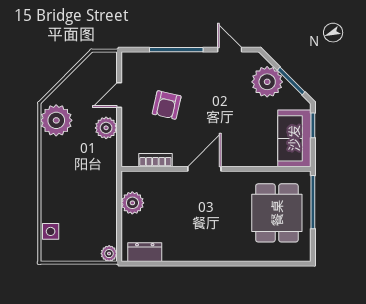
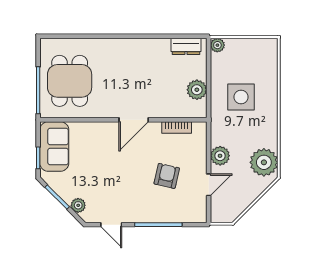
plant: (267, 82) -> (78, 205), width x0.53, depth x0.53
side table: (51, 231) -> (241, 97), moved, width x1.87, depth x1.87

